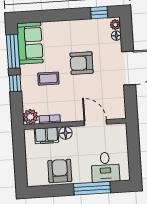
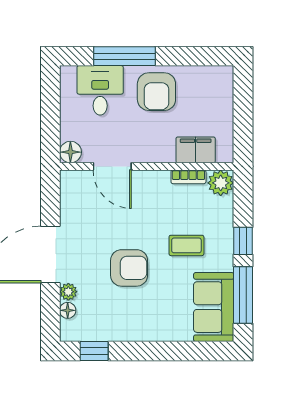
plant: (115, 25) -> (68, 292), moved
floor lamp: (66, 133) -> (70, 152), moved
armchair: (60, 171) -> (156, 92), moved

